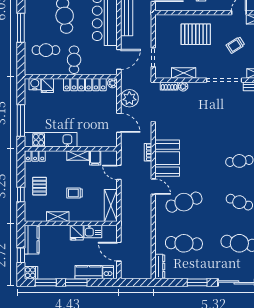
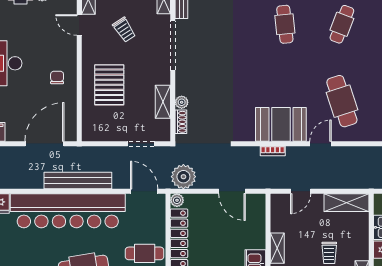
plant: (129, 98) -> (183, 177), moved
door: (119, 123) -> (232, 191), swing flipped
filing cabinet: (95, 158) -> (281, 224), removed

